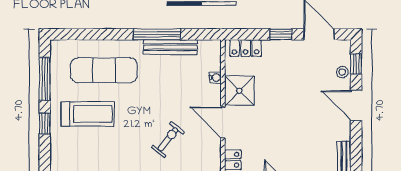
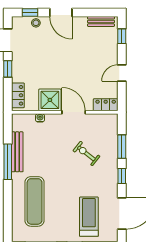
door: (356, 105) -> (61, 12), hinge flipped
treadmill: (88, 114) -> (89, 217), moved
door: (223, 122) -> (74, 112), swing flipped

